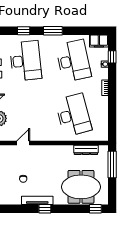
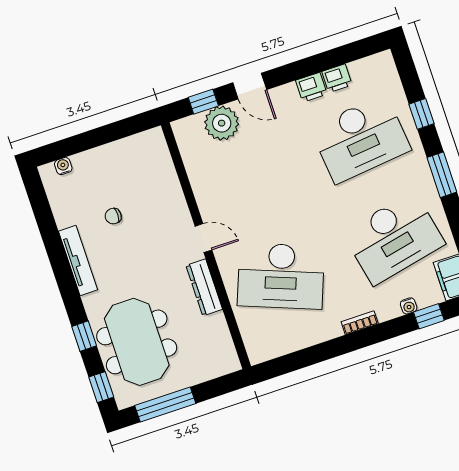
desk: (73, 115) -> (281, 276), turned 36
door: (23, 143) -> (203, 238), moved
dresser: (86, 150) -> (204, 287), moved
window: (112, 165) -> (165, 404), moved
window: (45, 209) -> (84, 336), moved

